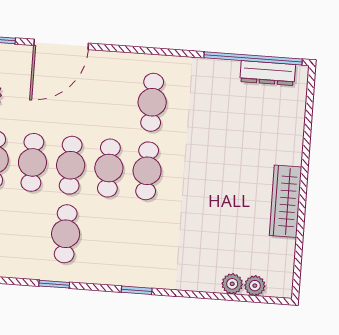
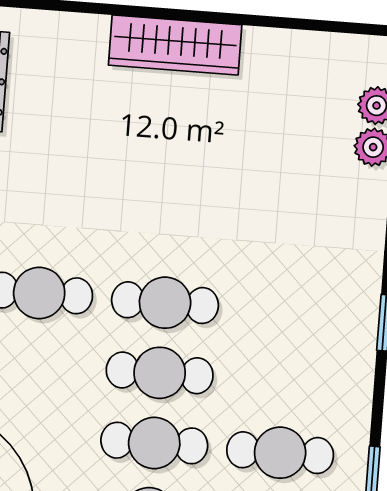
wardrobe: (286, 201) -> (175, 45), moved

